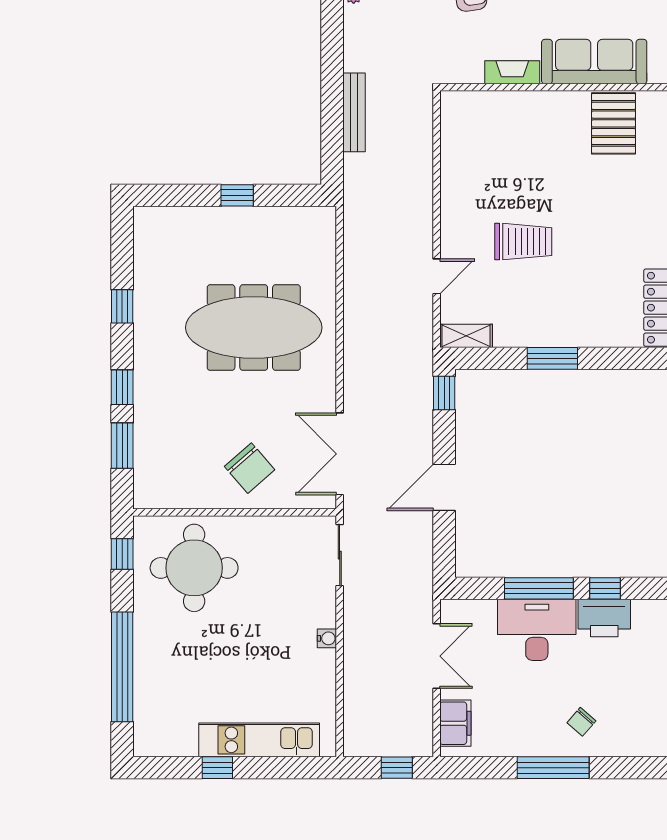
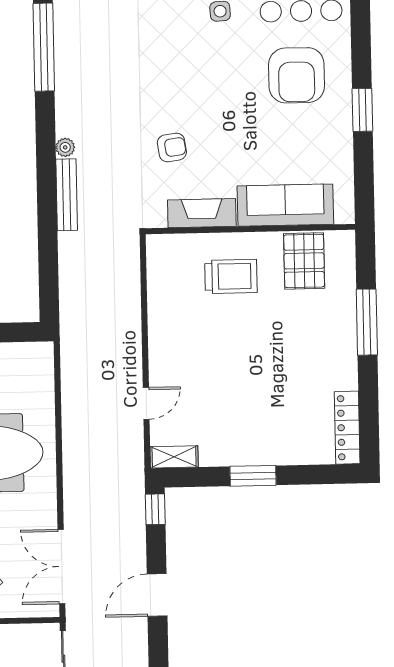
fireplace: (512, 72) -> (202, 213), width x1.37, depth x1.32
bench: (354, 112) -> (67, 195), moved
trolley: (523, 242) -> (231, 276), moved

